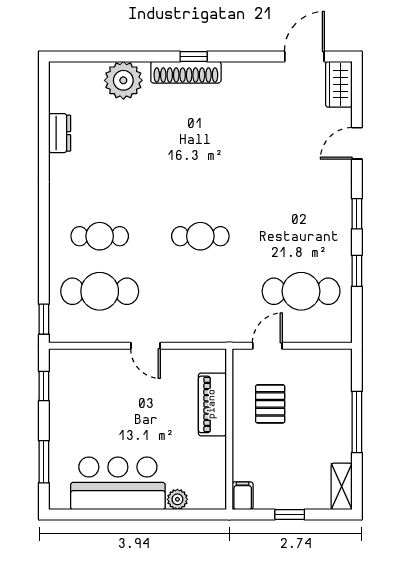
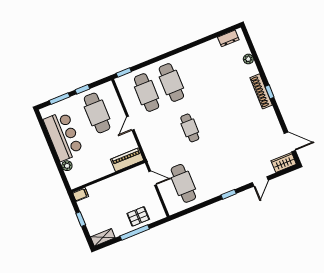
plant: (123, 80) -> (248, 59), width x0.53, depth x0.53
dresser: (60, 133) -> (228, 38), moved
door: (357, 143) -> (260, 181), swing flipped
cafe table: (100, 236) -> (171, 83), width x1.37, depth x1.35
window: (357, 271) -> (203, 205), removed
window: (44, 386) -> (82, 89), moved
cafe table: (100, 401) -> (97, 113), added
piano: (212, 404) -> (127, 160), moved
pallet: (270, 404) -> (138, 216), moved

